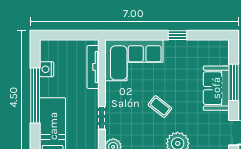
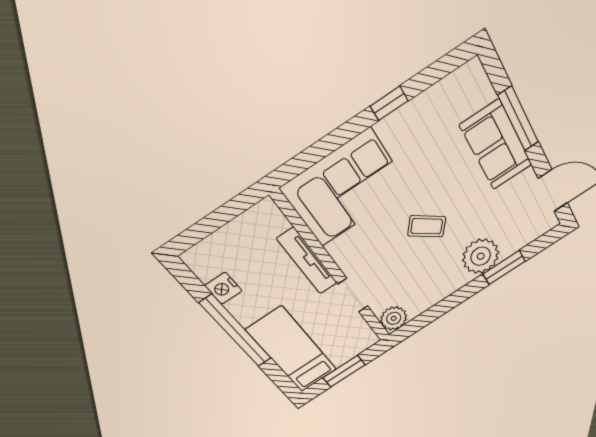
tv unit: (93, 67) -> (307, 261), moved

